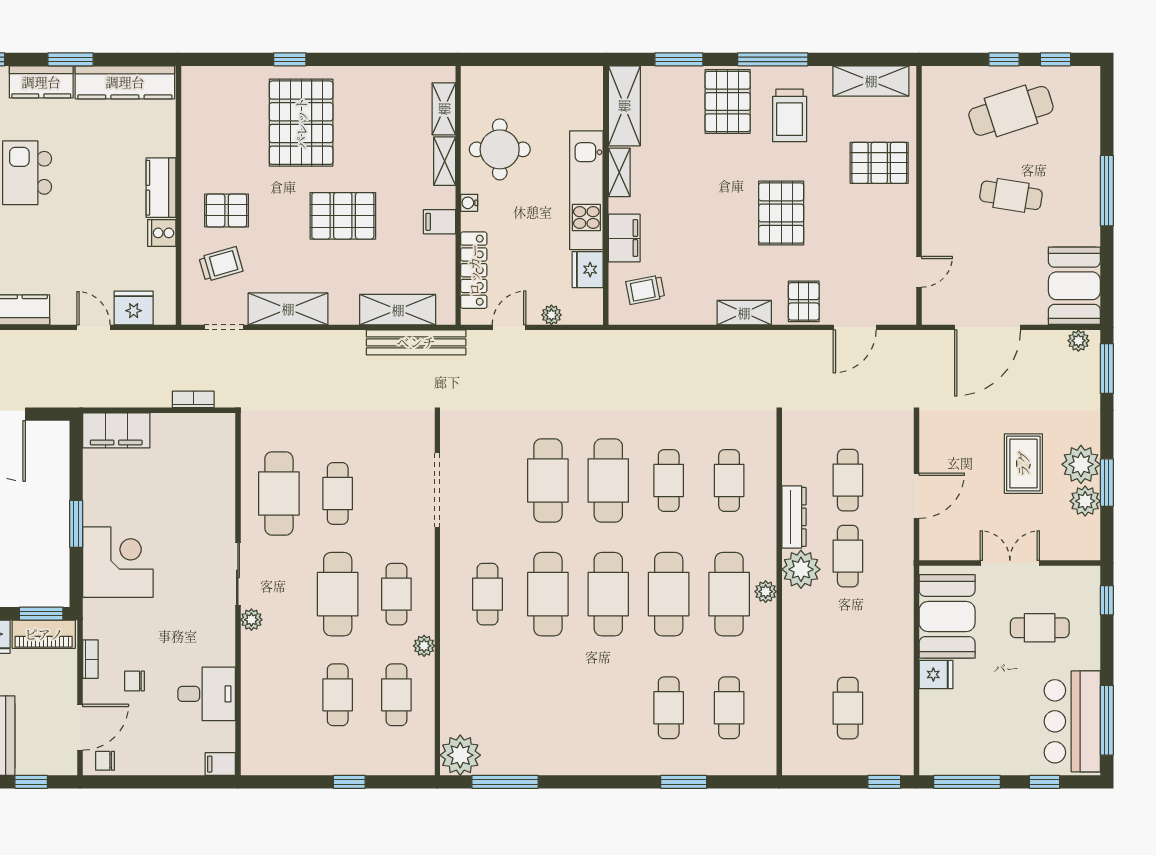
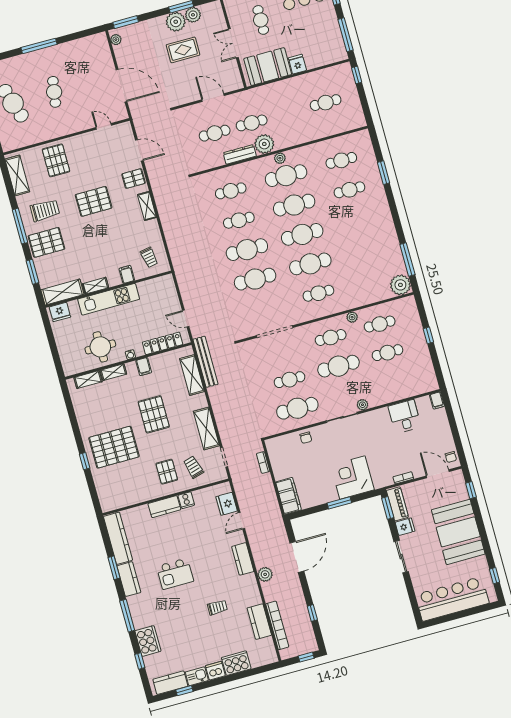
filing cabinet: (624, 238) -> (127, 274), width x0.50
fridge: (588, 270) -> (60, 312), moved
booth: (1074, 286) -> (90, 49), removed
plant: (551, 315) -> (174, 300), removed
chair: (135, 681) -> (306, 438), moved

